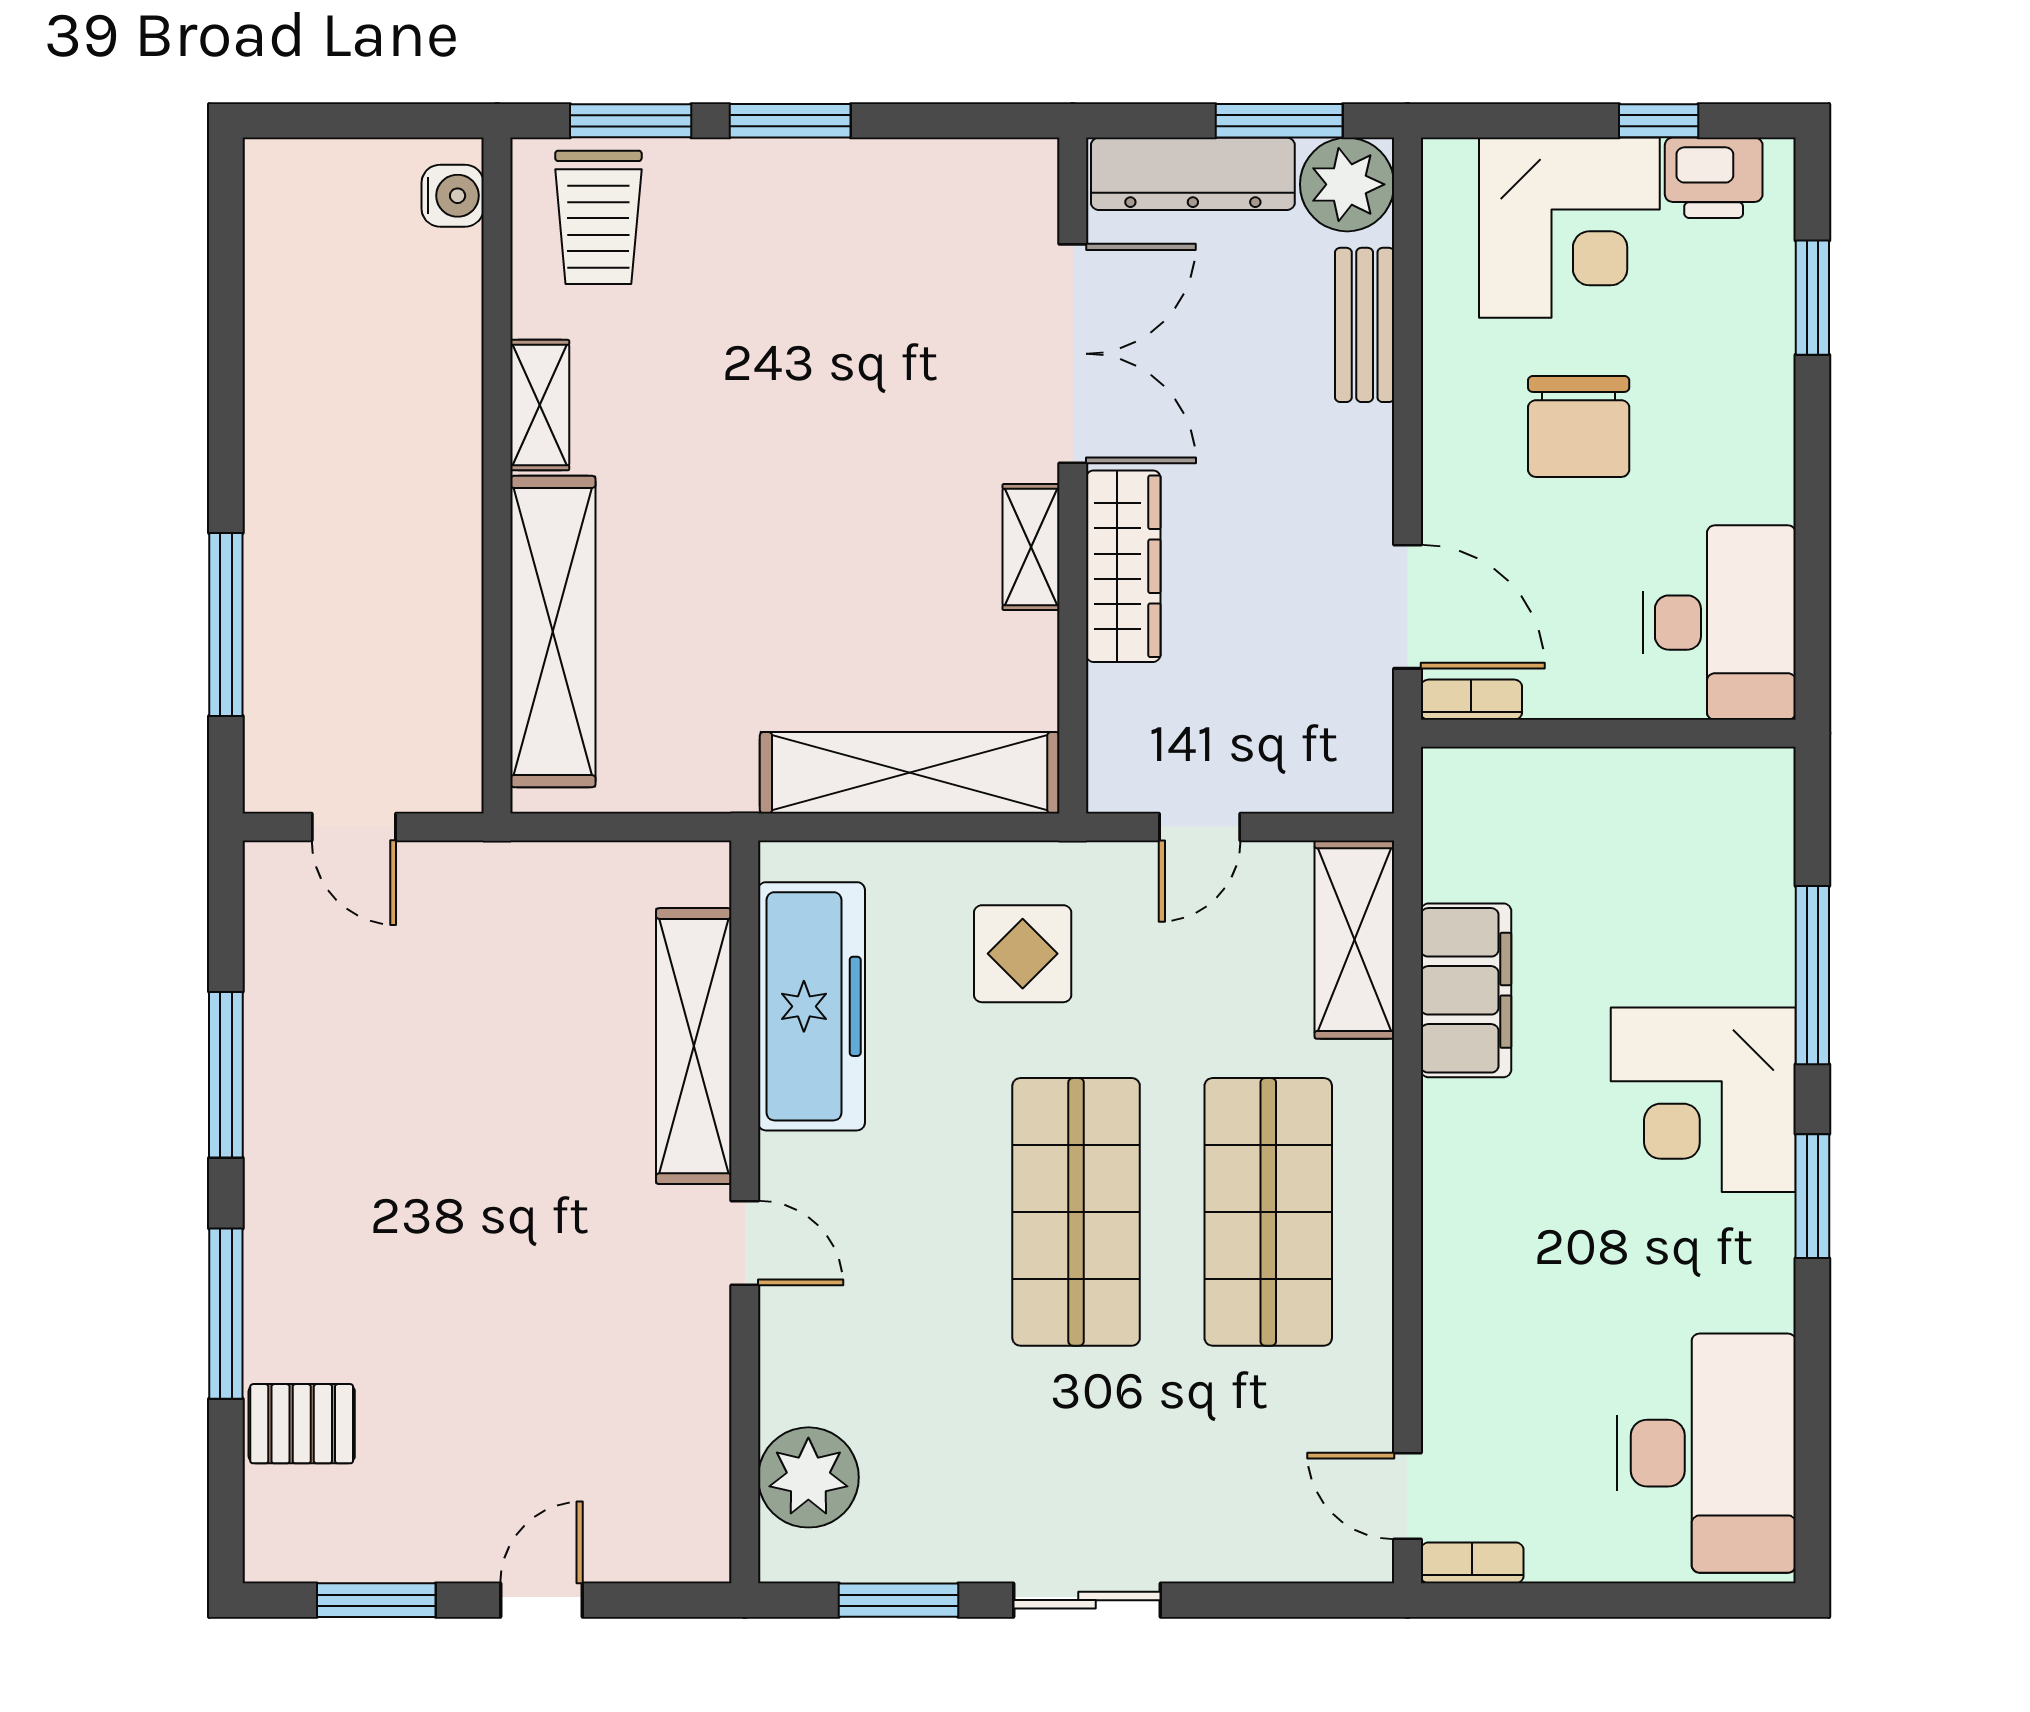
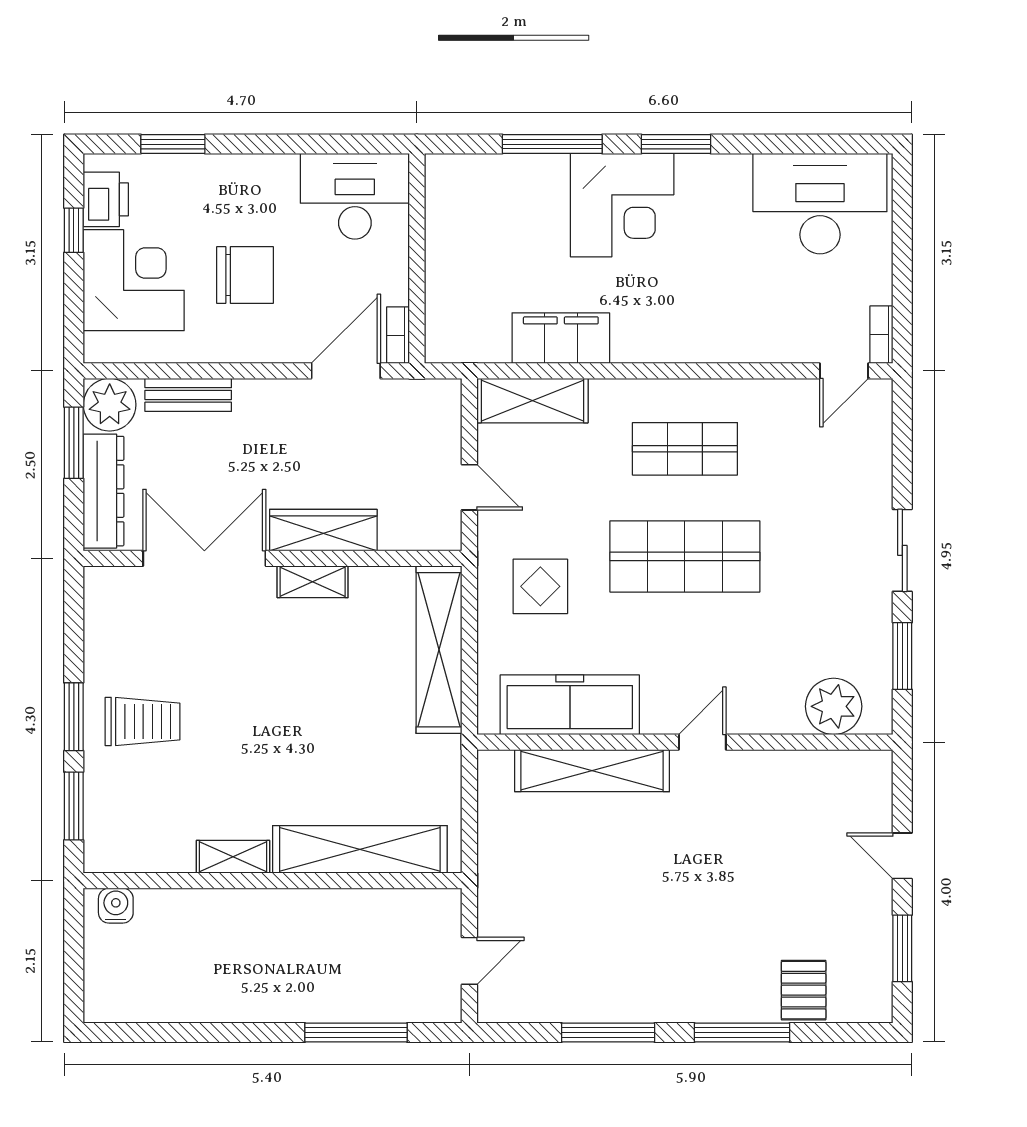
trolley: (598, 217) -> (143, 722), moved
shop shelf: (1268, 1212) -> (685, 449), width x0.70, depth x0.74

